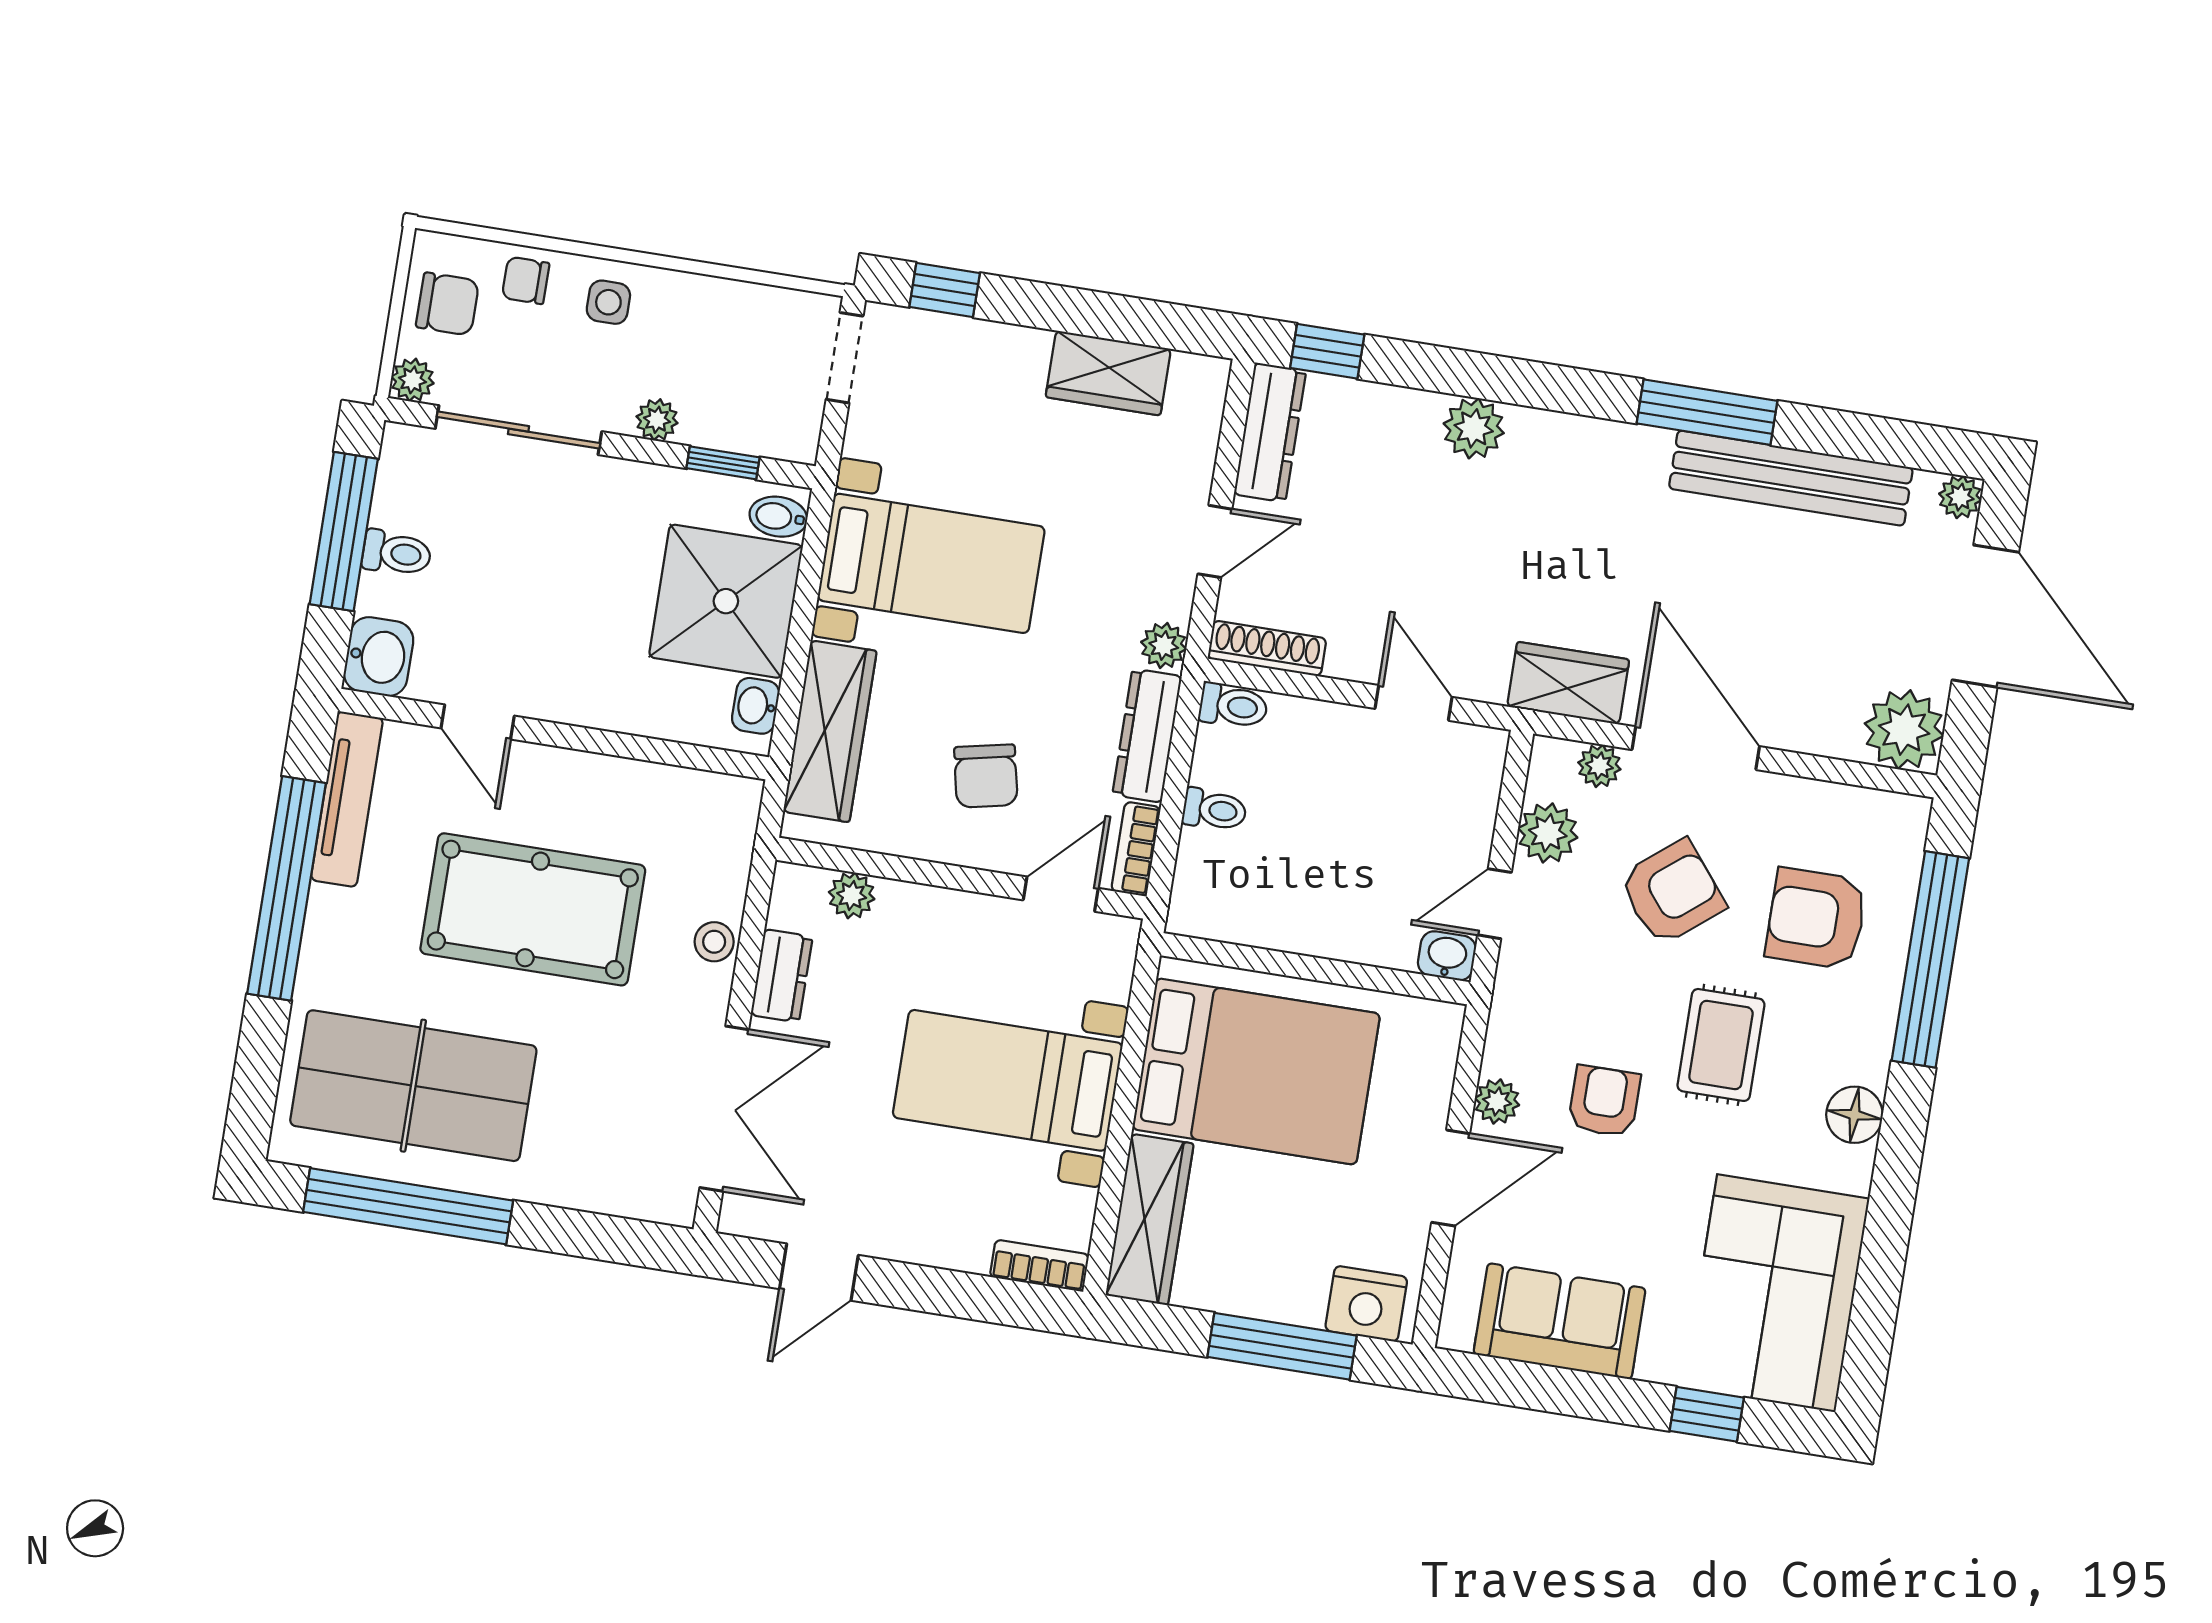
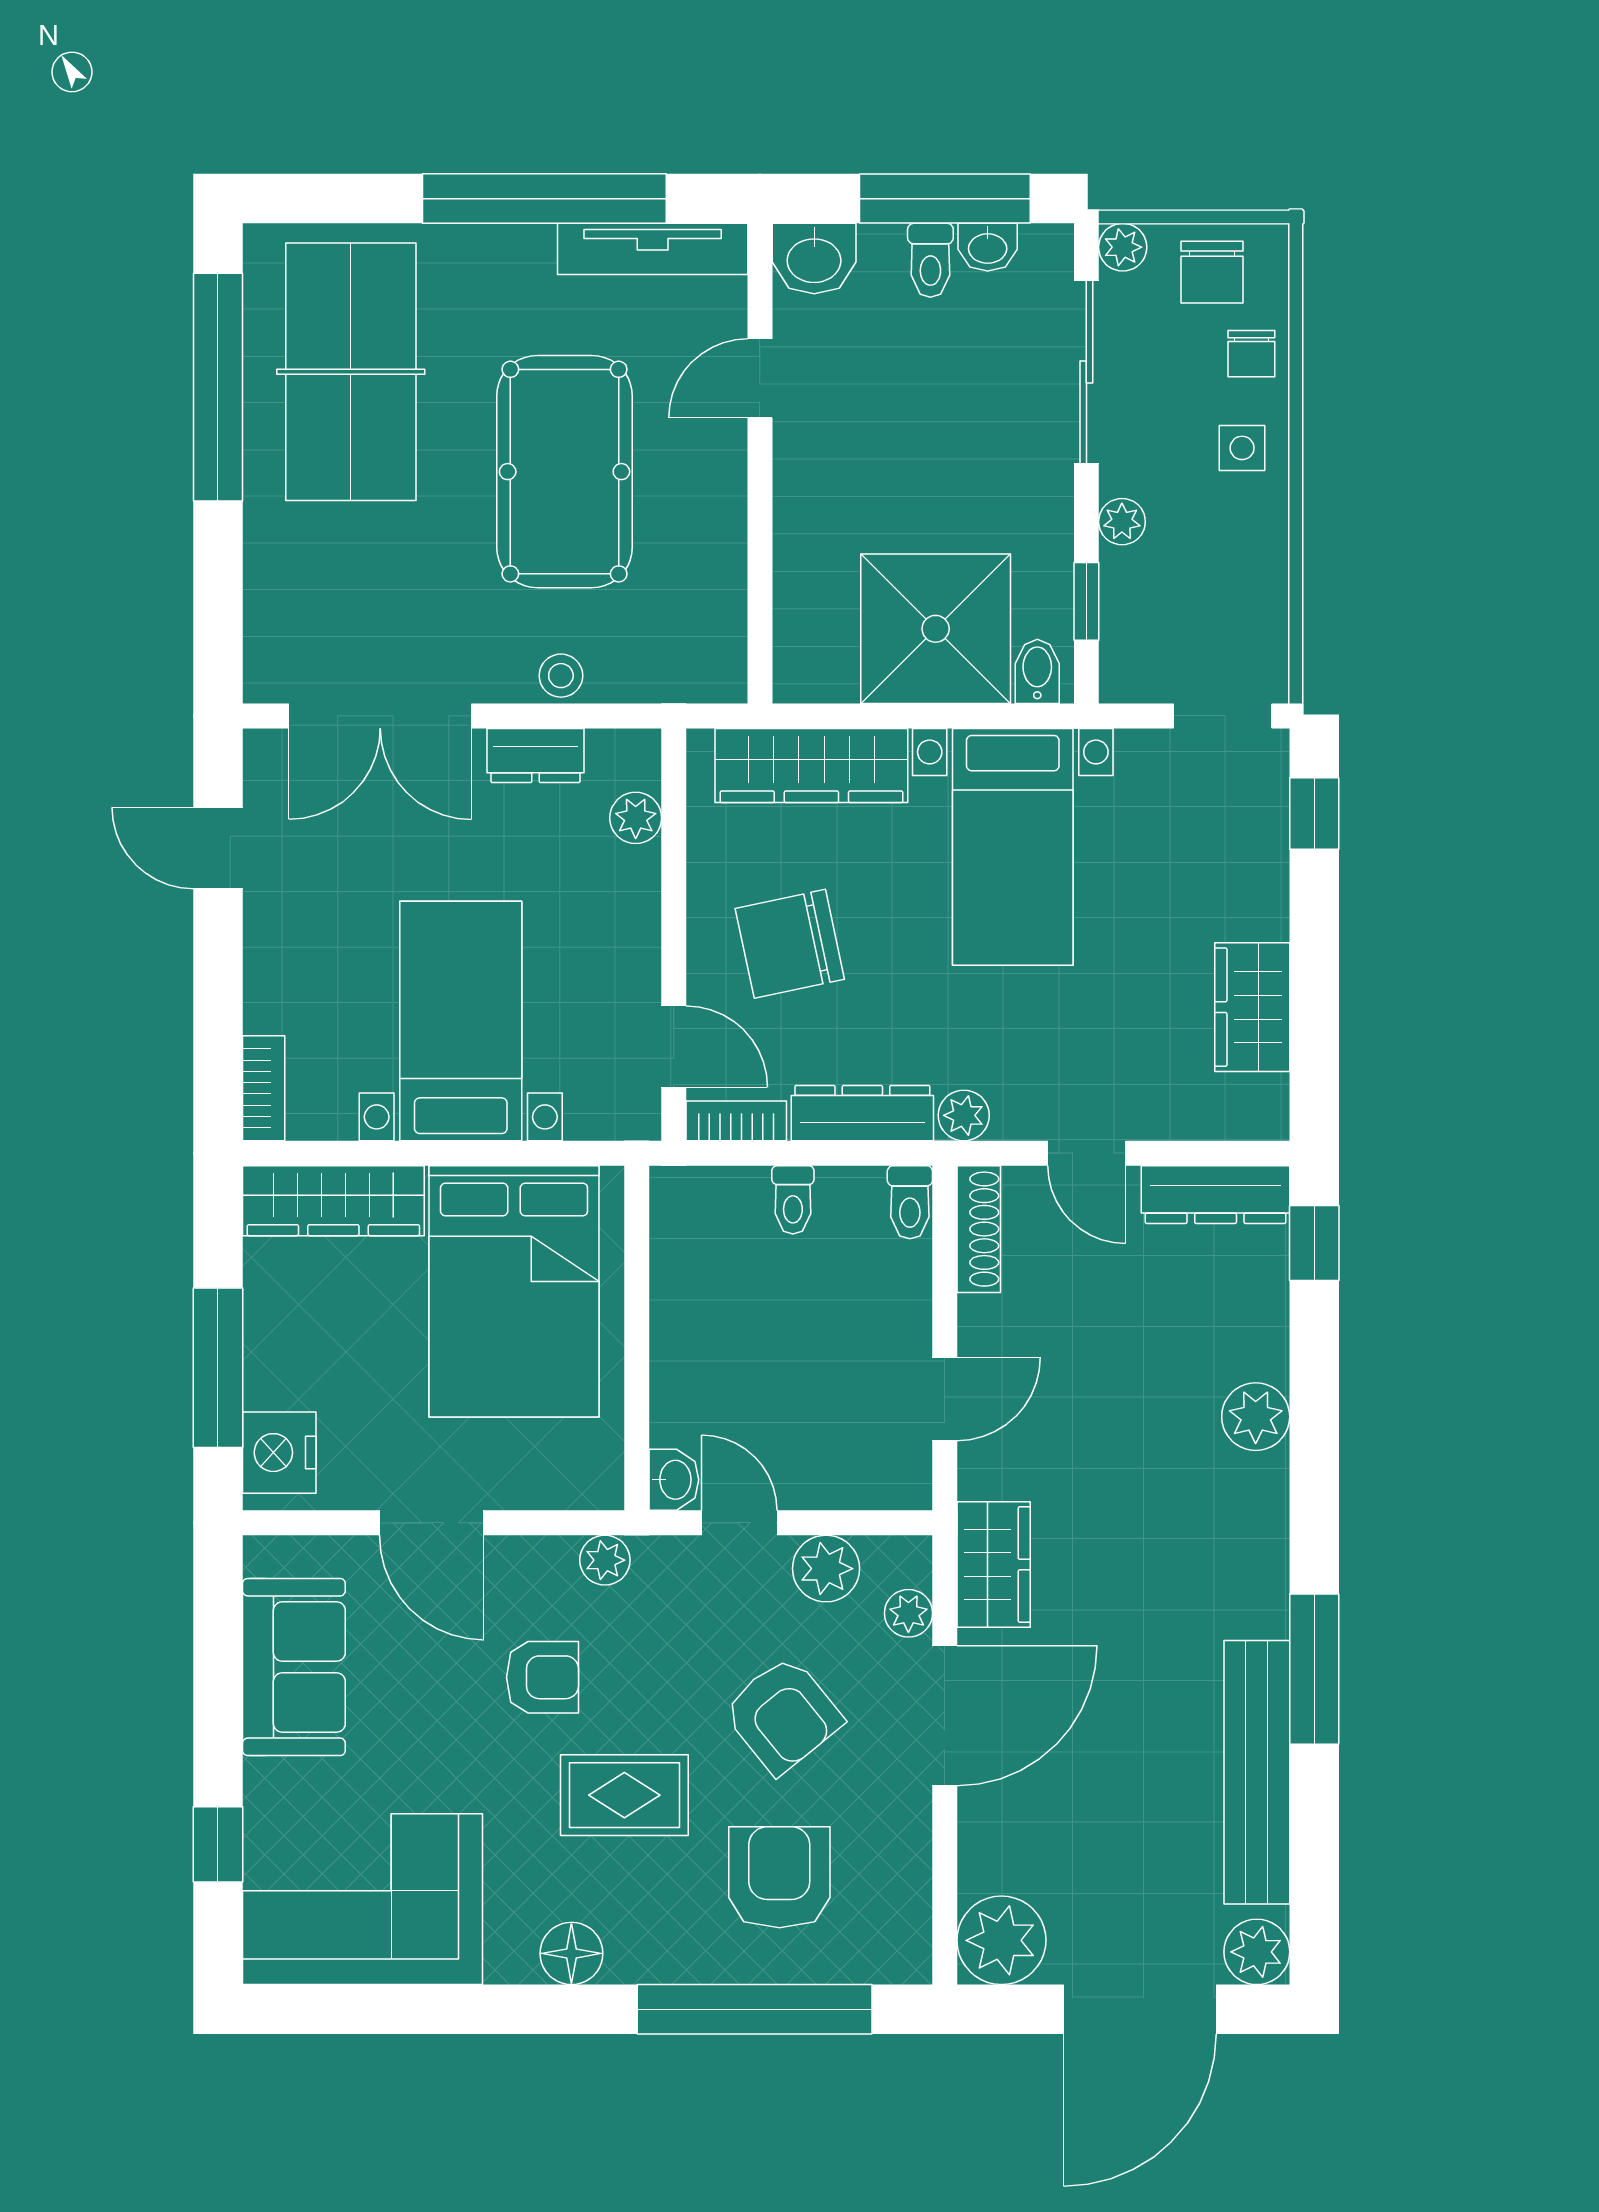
chair: (526, 280) -> (1251, 354), turned 180
plant: (1960, 497) -> (1257, 1952), width x1.38, depth x1.38
washbasin: (756, 706) -> (988, 247), moved, turned 180
chair: (986, 776) -> (790, 944), width x1.37, depth x1.37
plant: (1497, 1101) -> (605, 1560), moved

